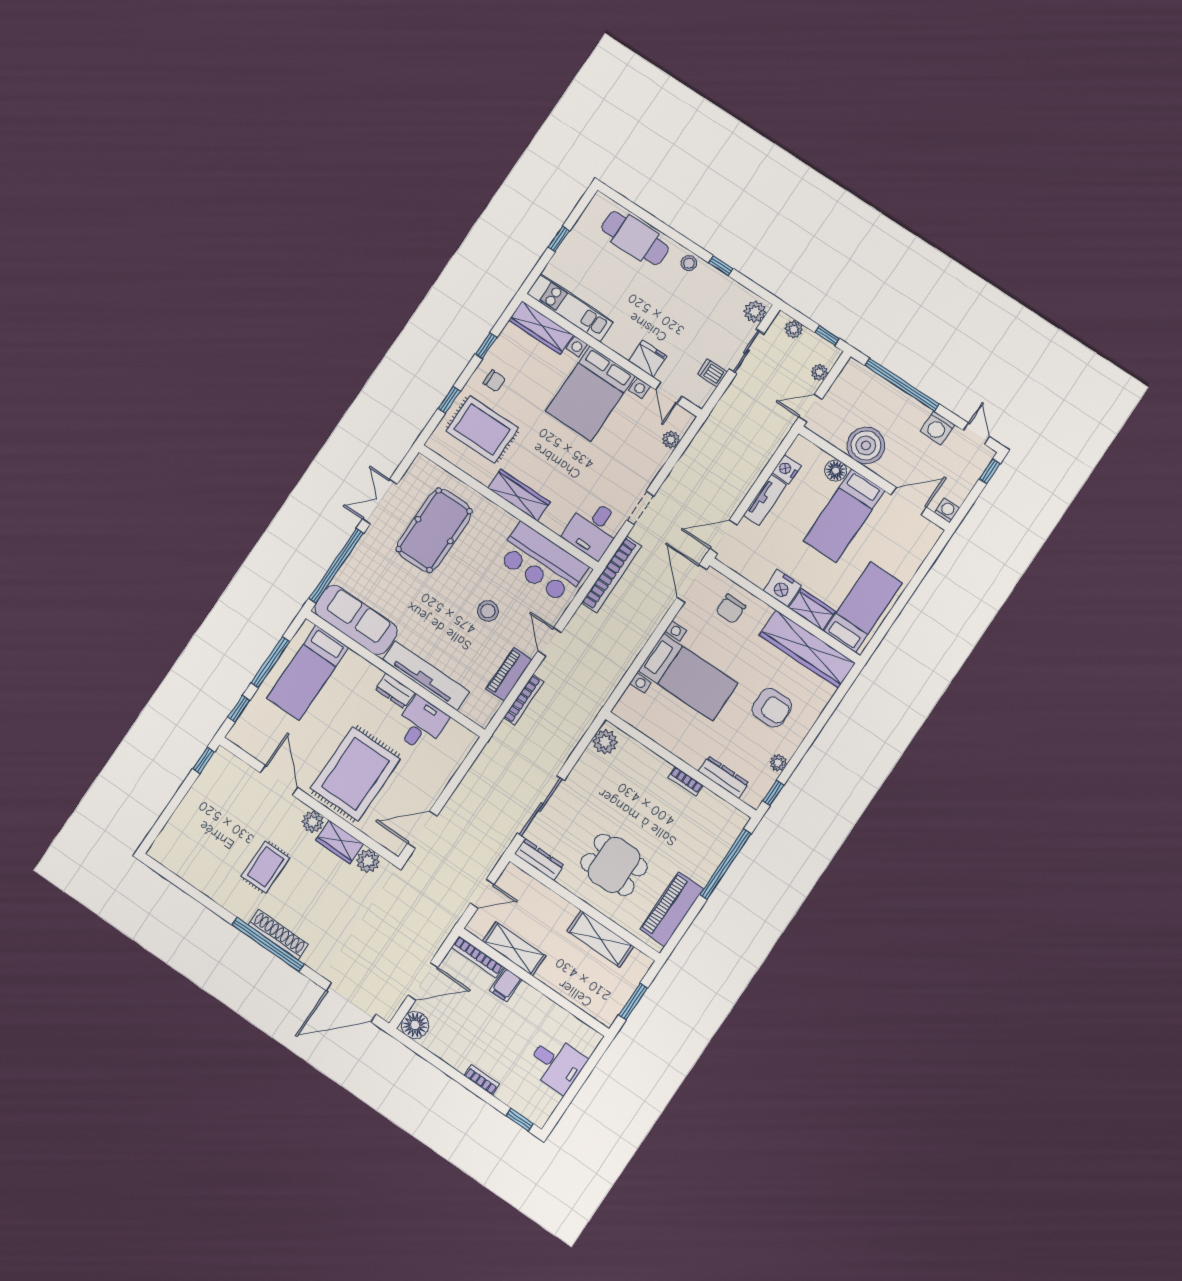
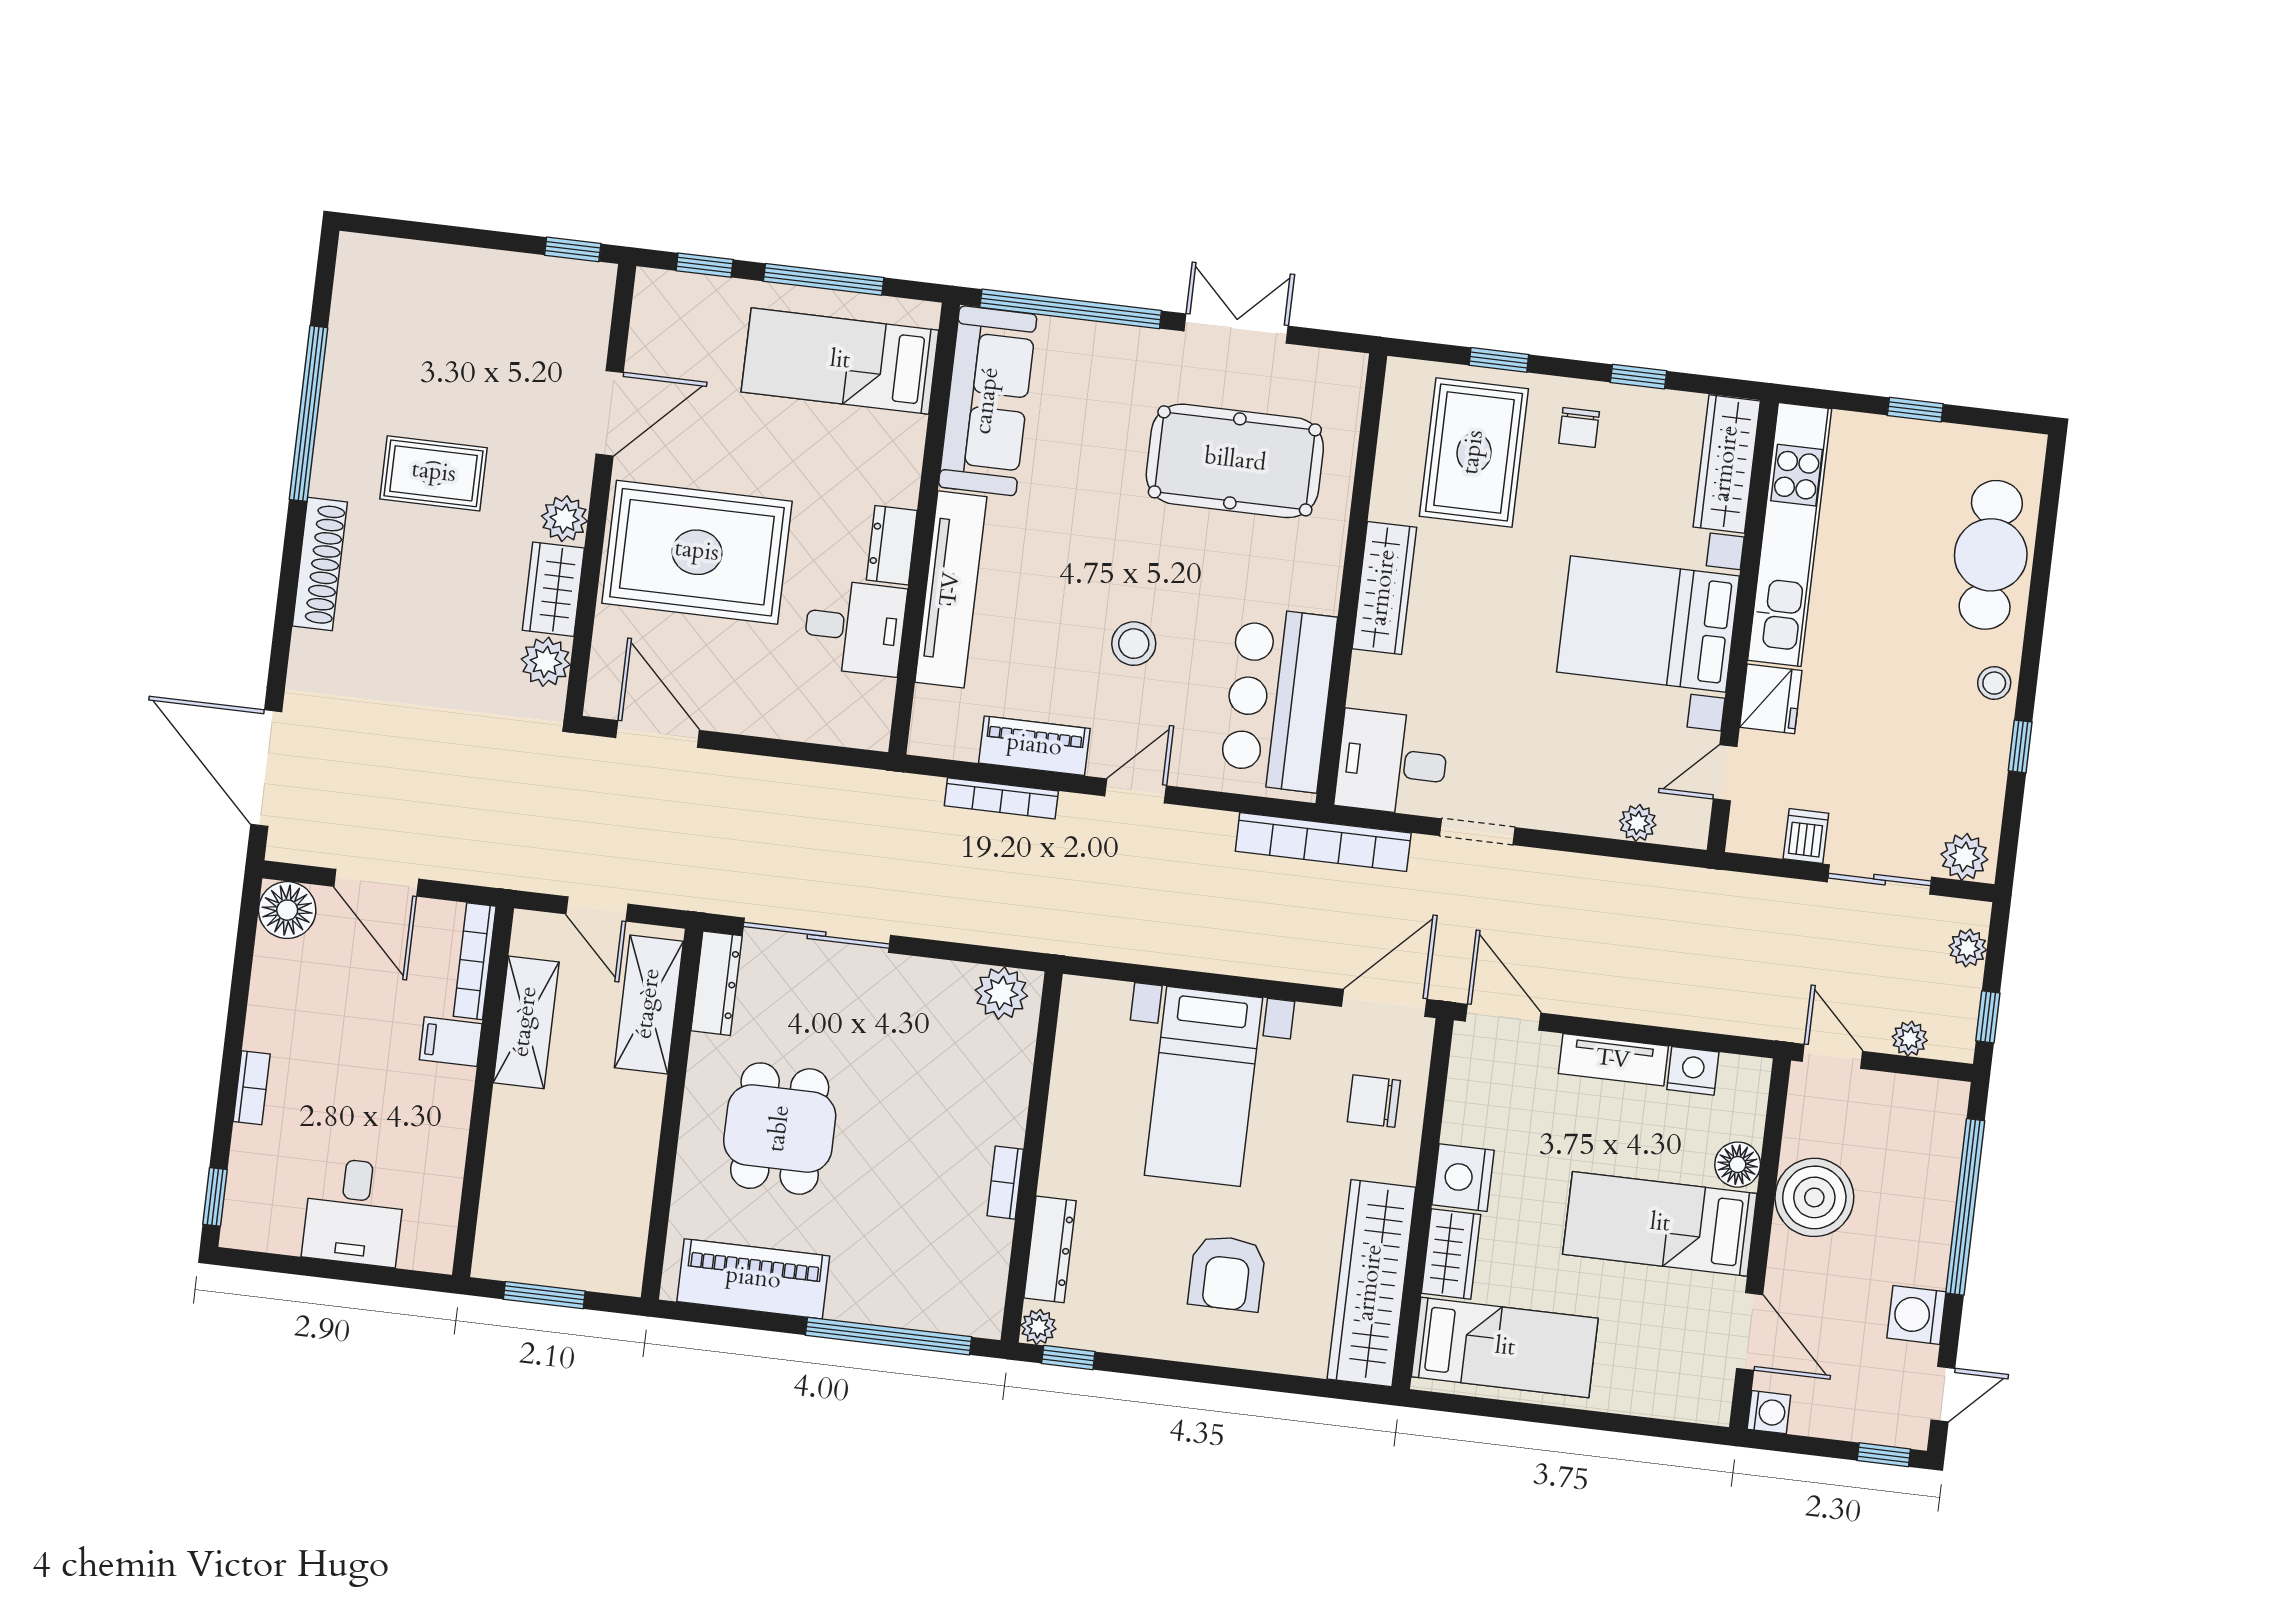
kitchen unit: (570, 308) -> (1790, 534), width x1.36
plant: (778, 763) -> (1038, 1327), moved
shelving: (600, 939) -> (649, 1004), moved
window: (268, 944) -> (308, 414), moved

